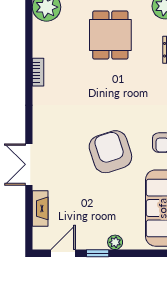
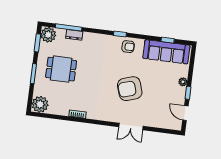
armchair: (110, 152) -> (130, 89), moved
fireplace: (40, 208) -> (157, 123), removed

